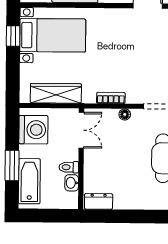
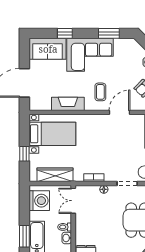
window: (13, 36) -> (24, 154), moved
double door: (81, 130) -> (73, 201), swing flipped
window: (12, 166) -> (24, 236), moved

